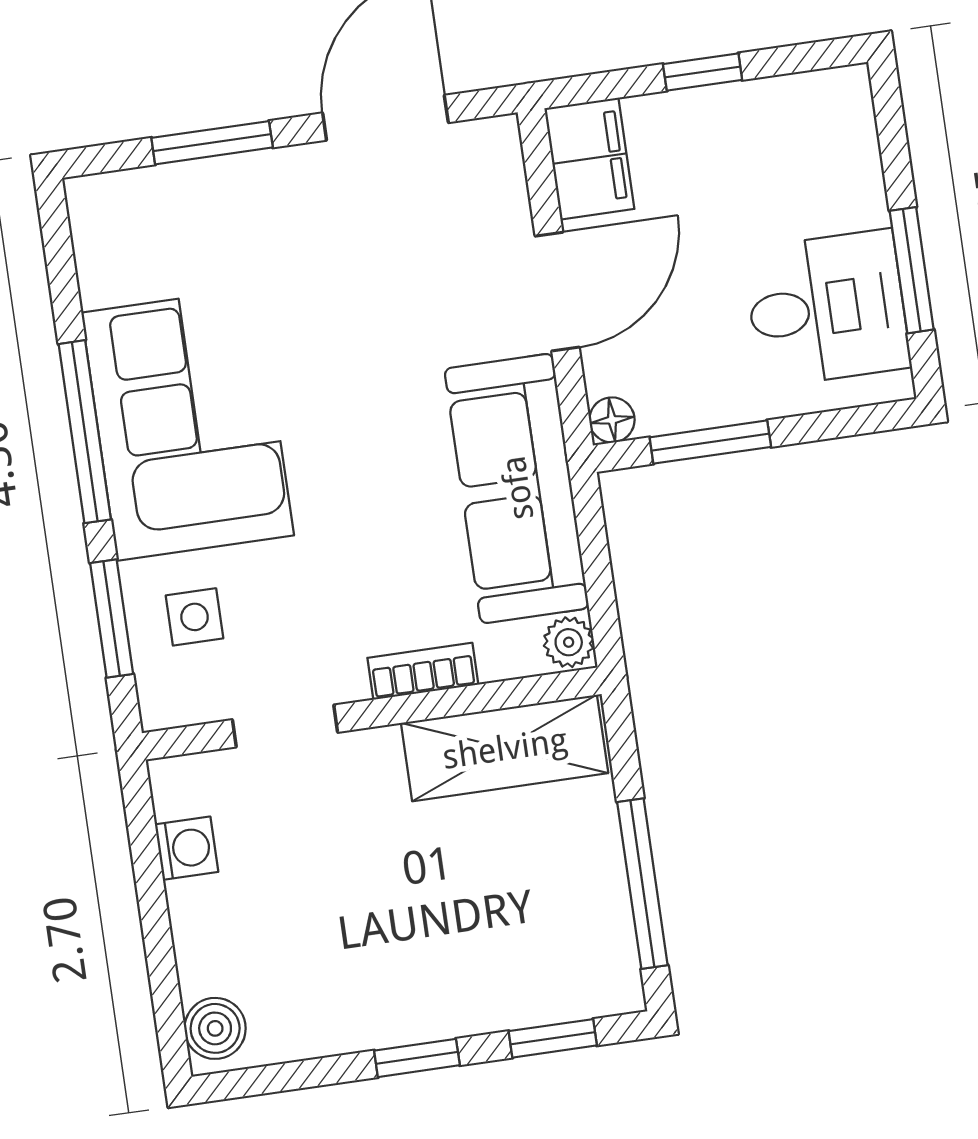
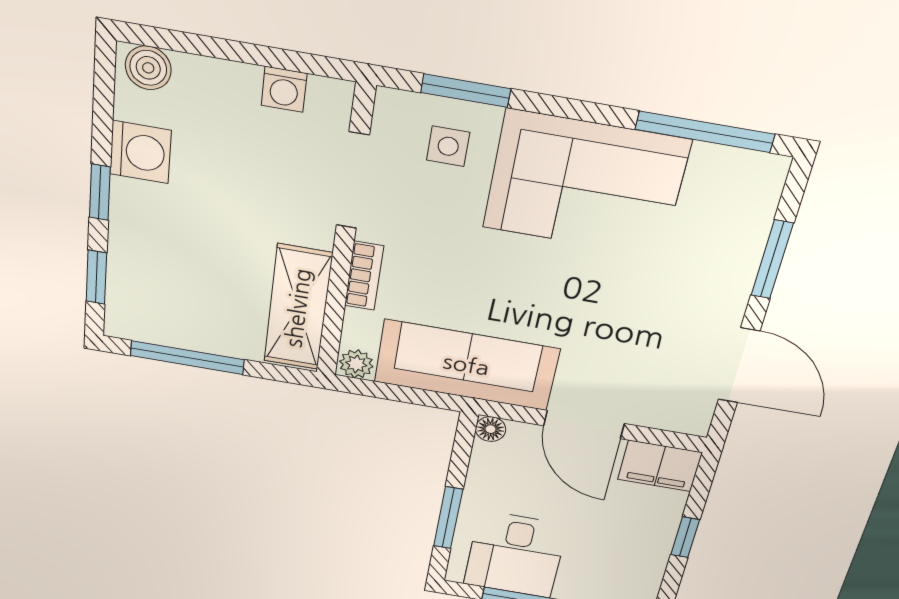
window: (85, 432) -> (705, 132), moved
window: (710, 442) -> (448, 518), moved
doorway: (285, 726) -> (353, 181), width x1.38
washing machine: (338, 1015) -> (141, 152), added

